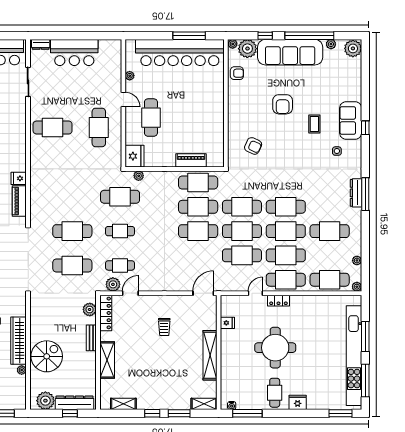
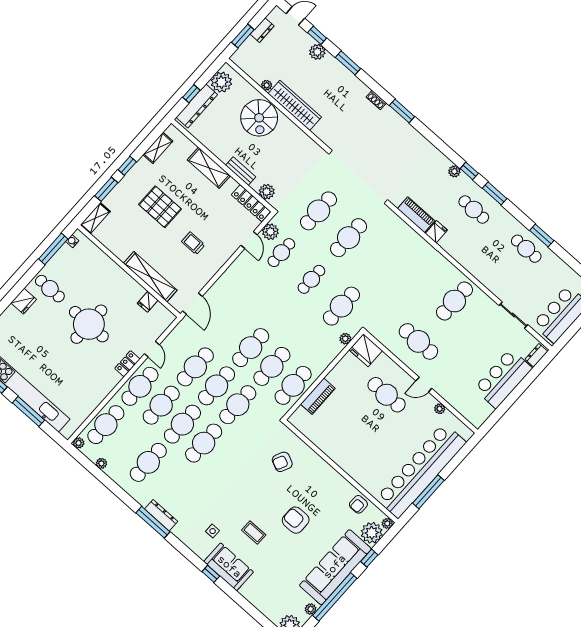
shelving: (210, 355) -> (150, 277), moved
pallet: (160, 369) -> (160, 207), added

